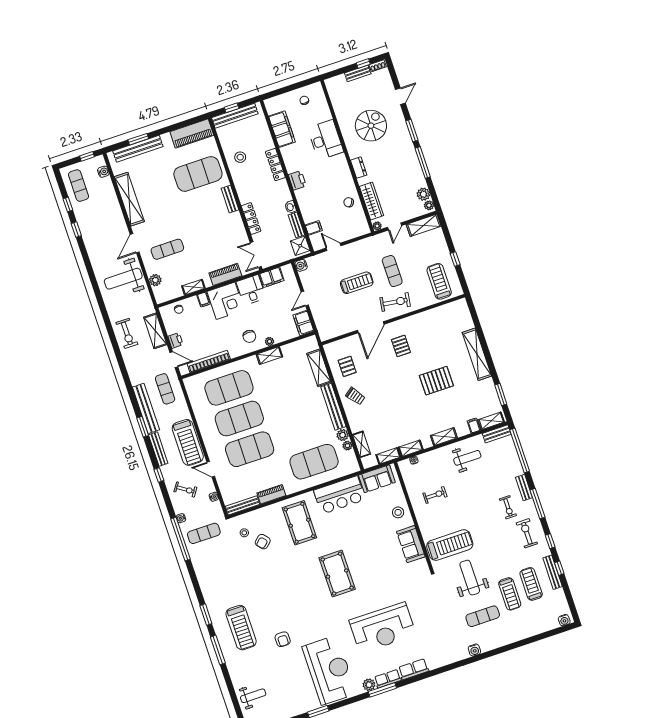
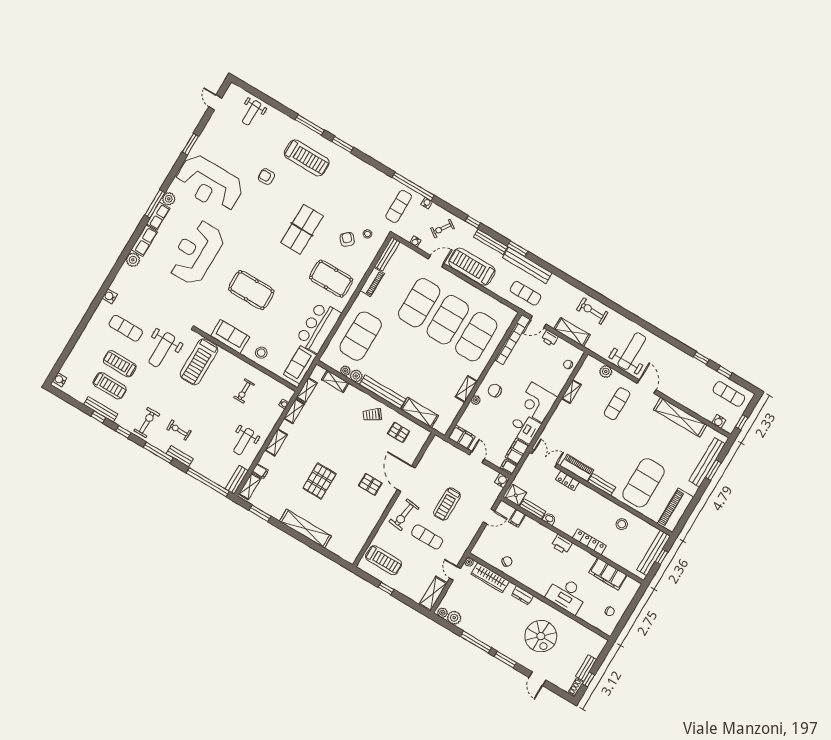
locker: (251, 219) -> (567, 481), width x0.66
piano: (225, 274) -> (577, 468), moved, turned -90
filing cabinet: (203, 299) -> (509, 467), moved
exercise bike: (527, 533) -> (147, 422), turned -90
pool table: (337, 574) -> (251, 290), moved
table tennis table: (290, 578) -> (302, 229), added
weight bench: (470, 578) -> (162, 350), turned 90
exercise mat: (483, 616) -> (126, 328), turned 90
treadmill: (241, 628) -> (307, 158), turned 180
plant: (434, 662) -> (133, 260), added

